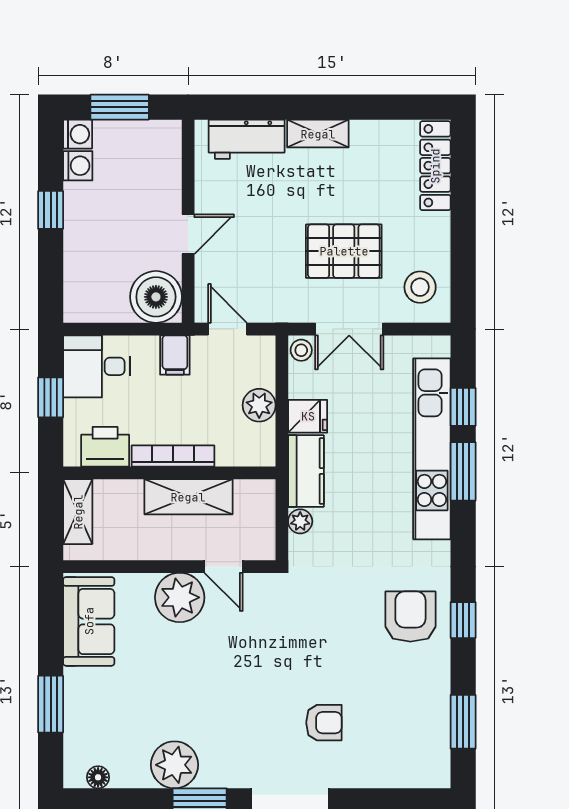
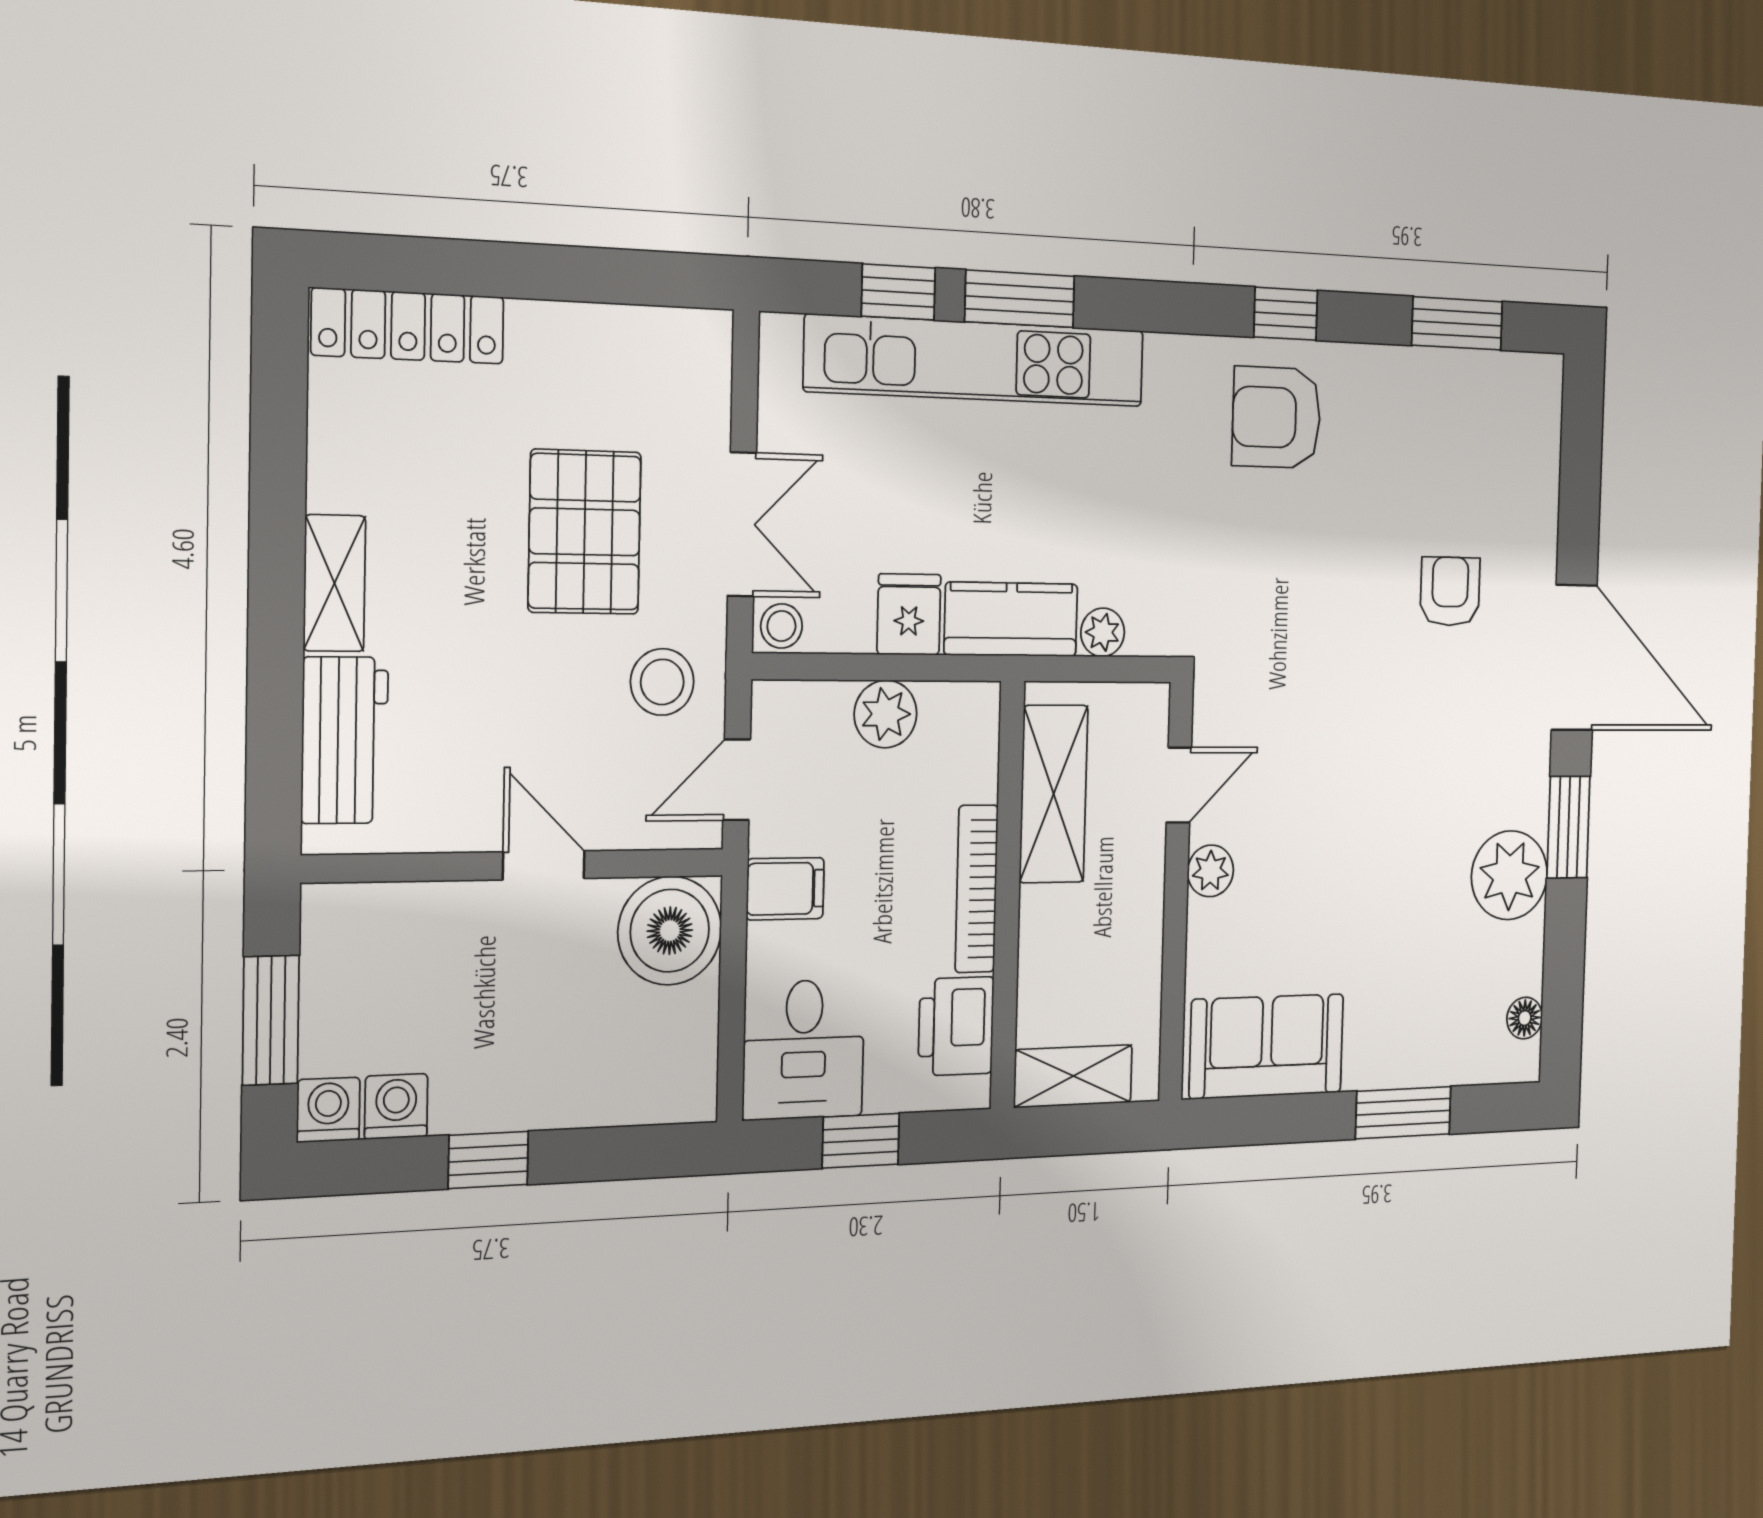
stool: (420, 287) -> (662, 682), moved
shelving: (188, 497) -> (1054, 794), moved
plant: (180, 597) -> (1210, 871), width x0.53, depth x0.53

